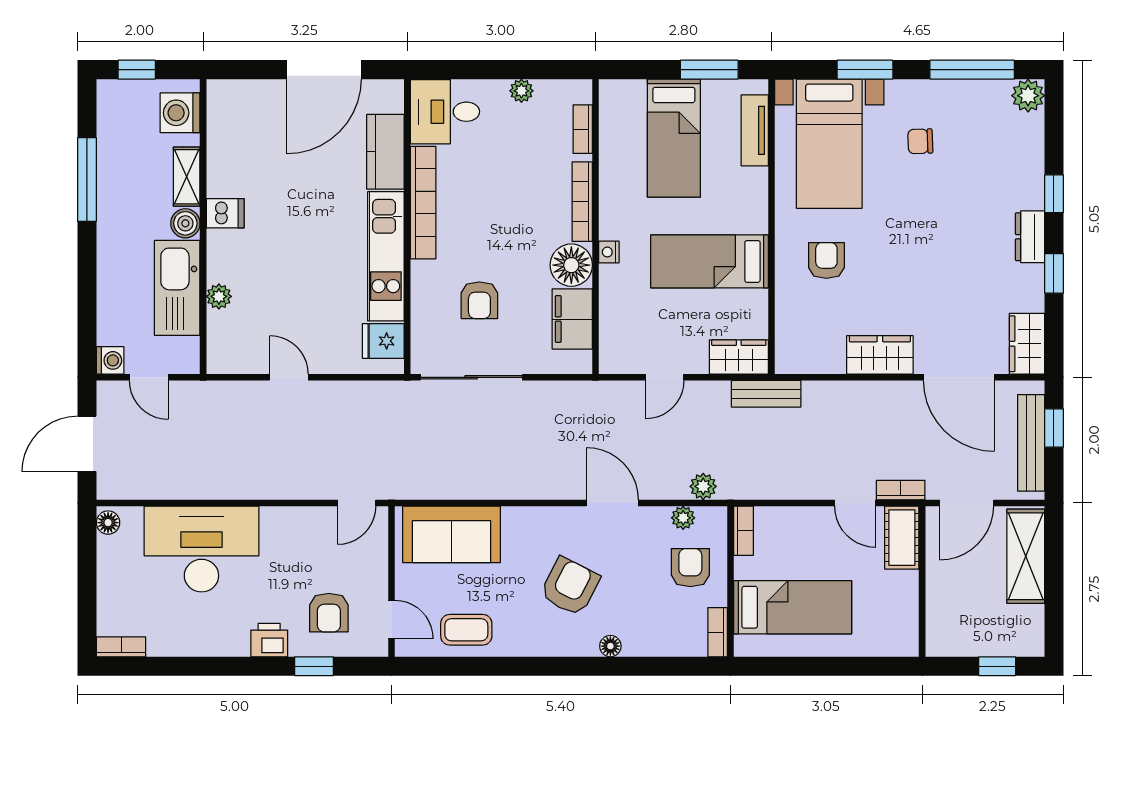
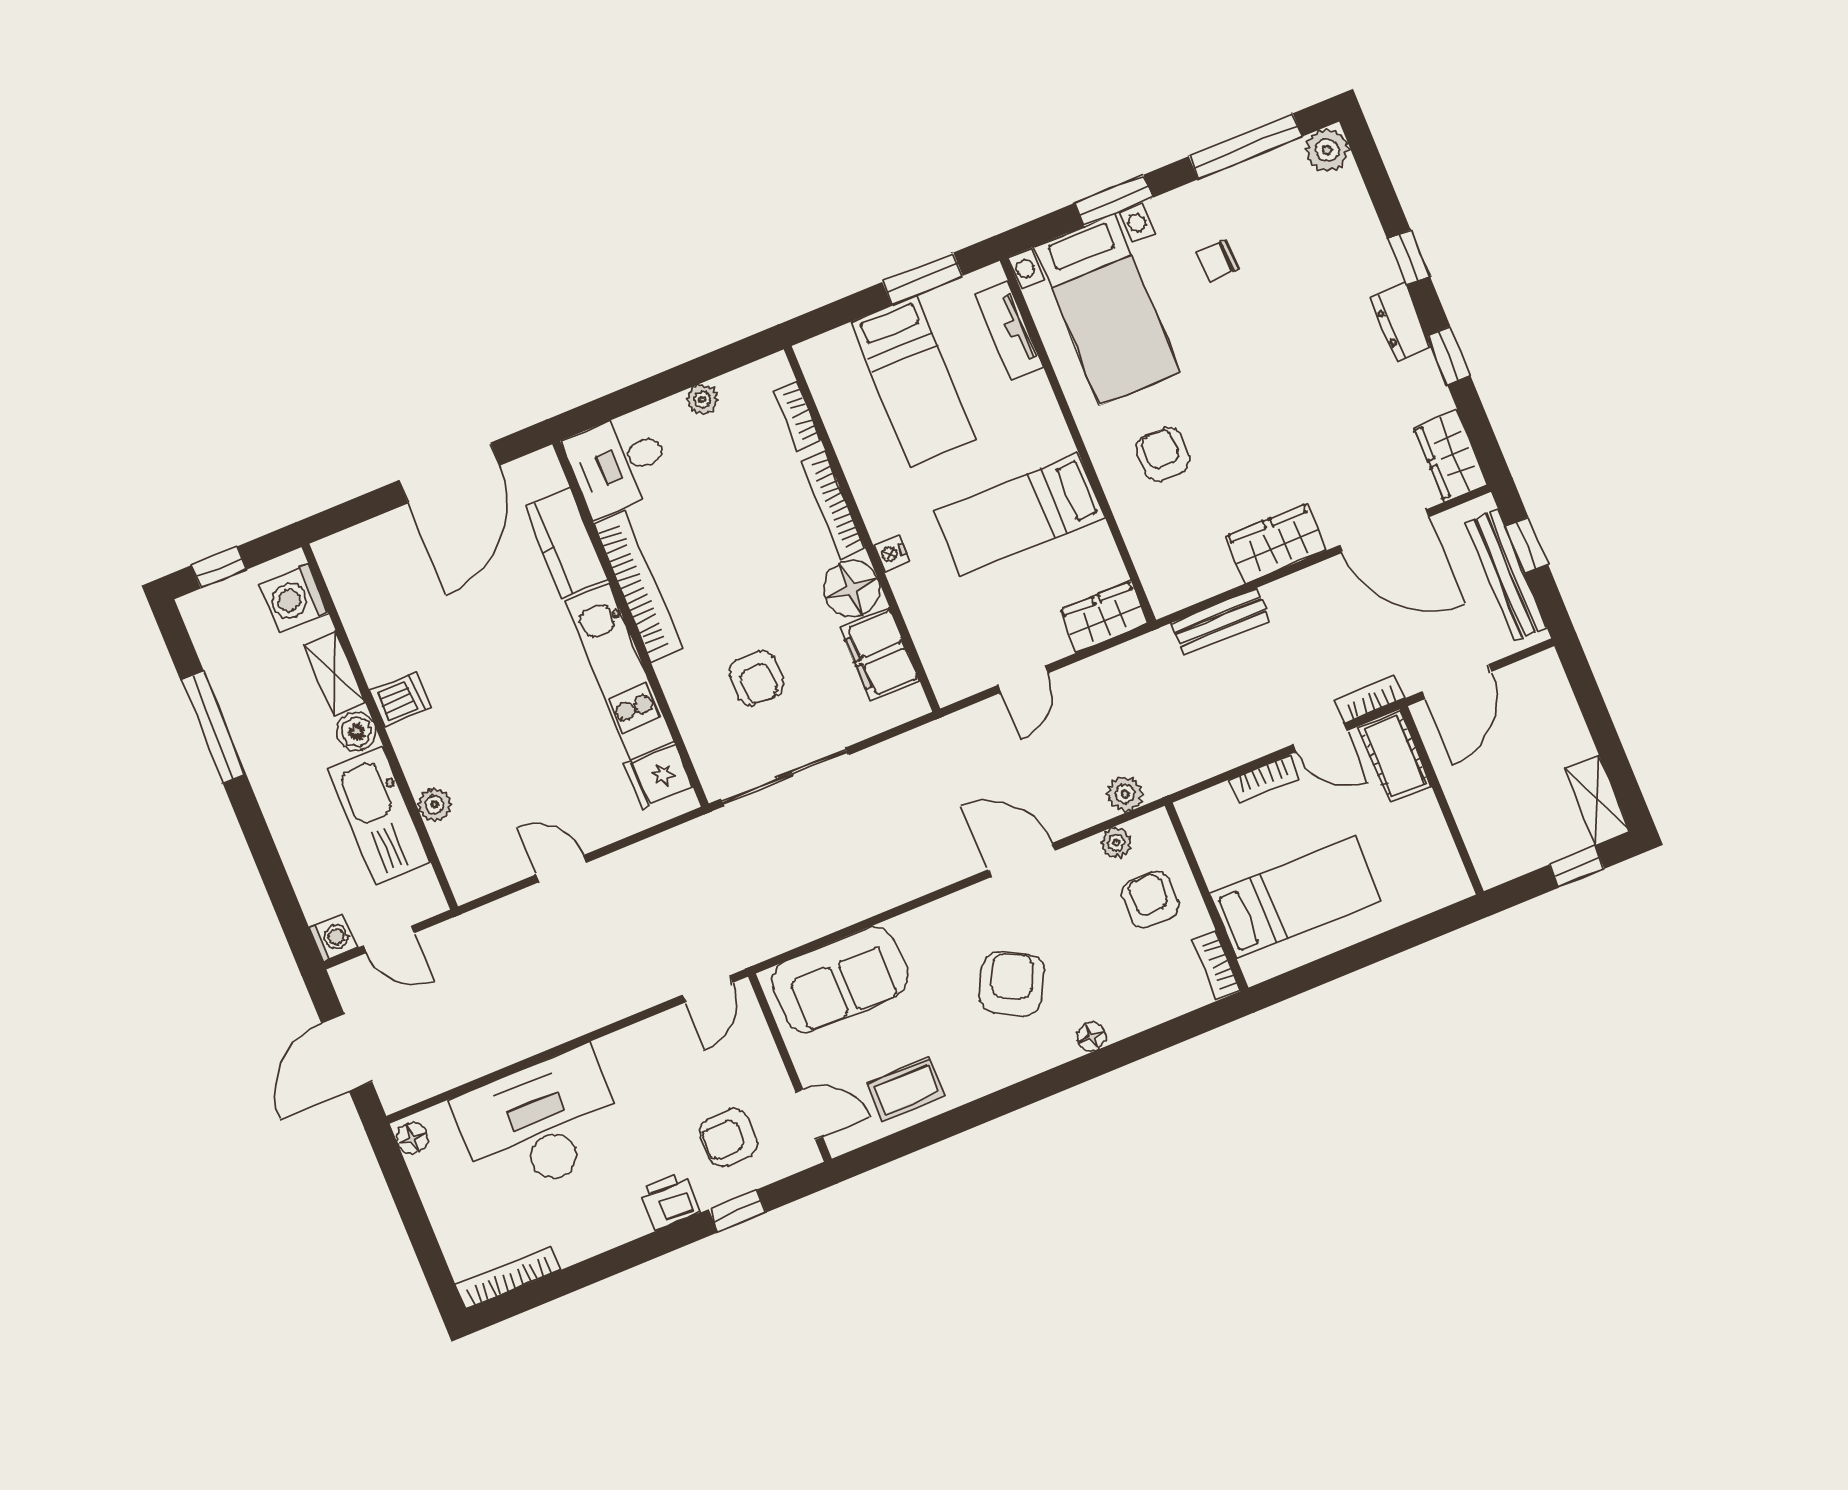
bench: (766, 394) -> (1221, 622), moved
bookcase: (744, 531) -> (1264, 779), moved, turned 90
shelving: (1026, 556) -> (1597, 800), moved, width x0.67, depth x0.75
armchair: (329, 613) -> (729, 1138), turned 90
bookcase: (121, 647) -> (508, 1277), width x1.56

